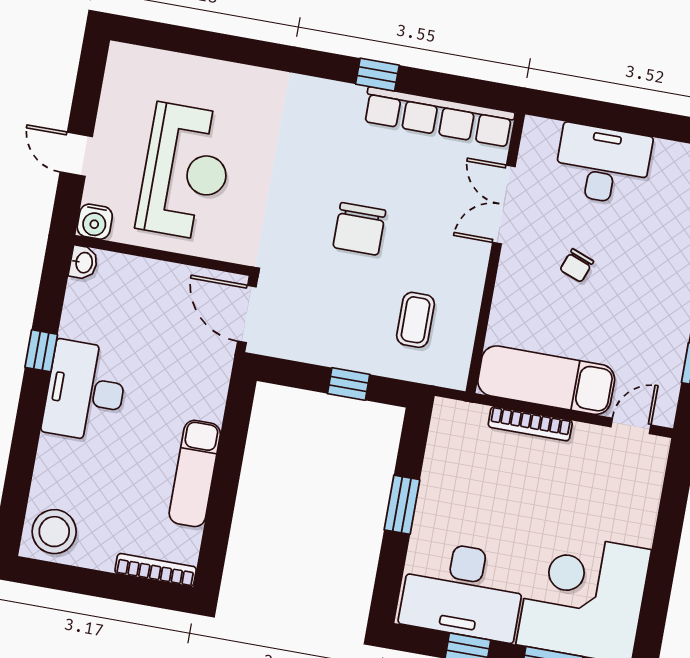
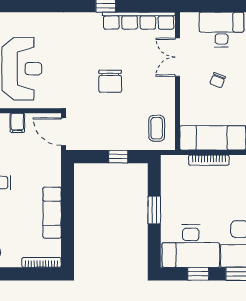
filing cabinet: (157, 280) -> (17, 123), added
coffee table: (416, 320) -> (157, 128), moved

